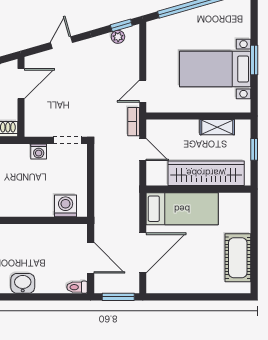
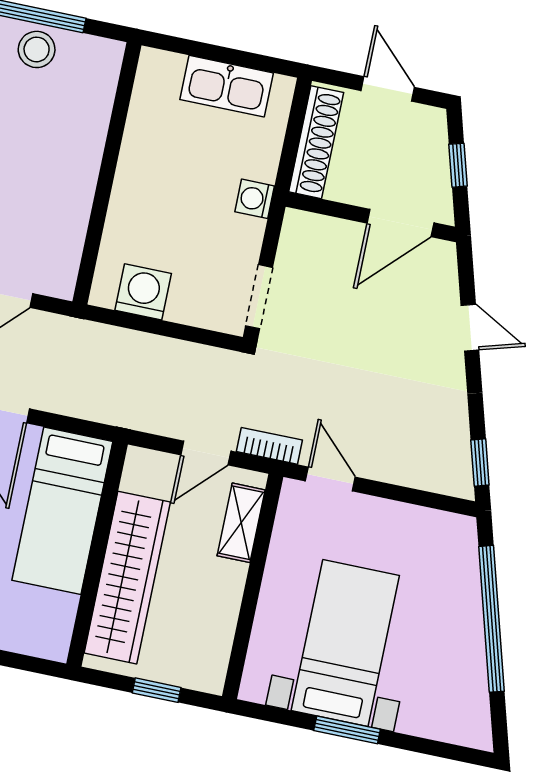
plant: (118, 37) -> (457, 450), removed
door: (21, 84) -> (400, 223), hinge flipped
shelving: (217, 127) -> (241, 523), moved
washing machine: (39, 152) -> (255, 199), moved
washing machine: (66, 206) -> (143, 292), moved, turned -90

